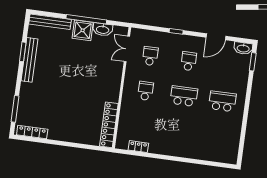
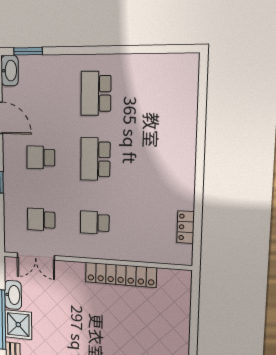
locker: (109, 125) -> (121, 275), moved

